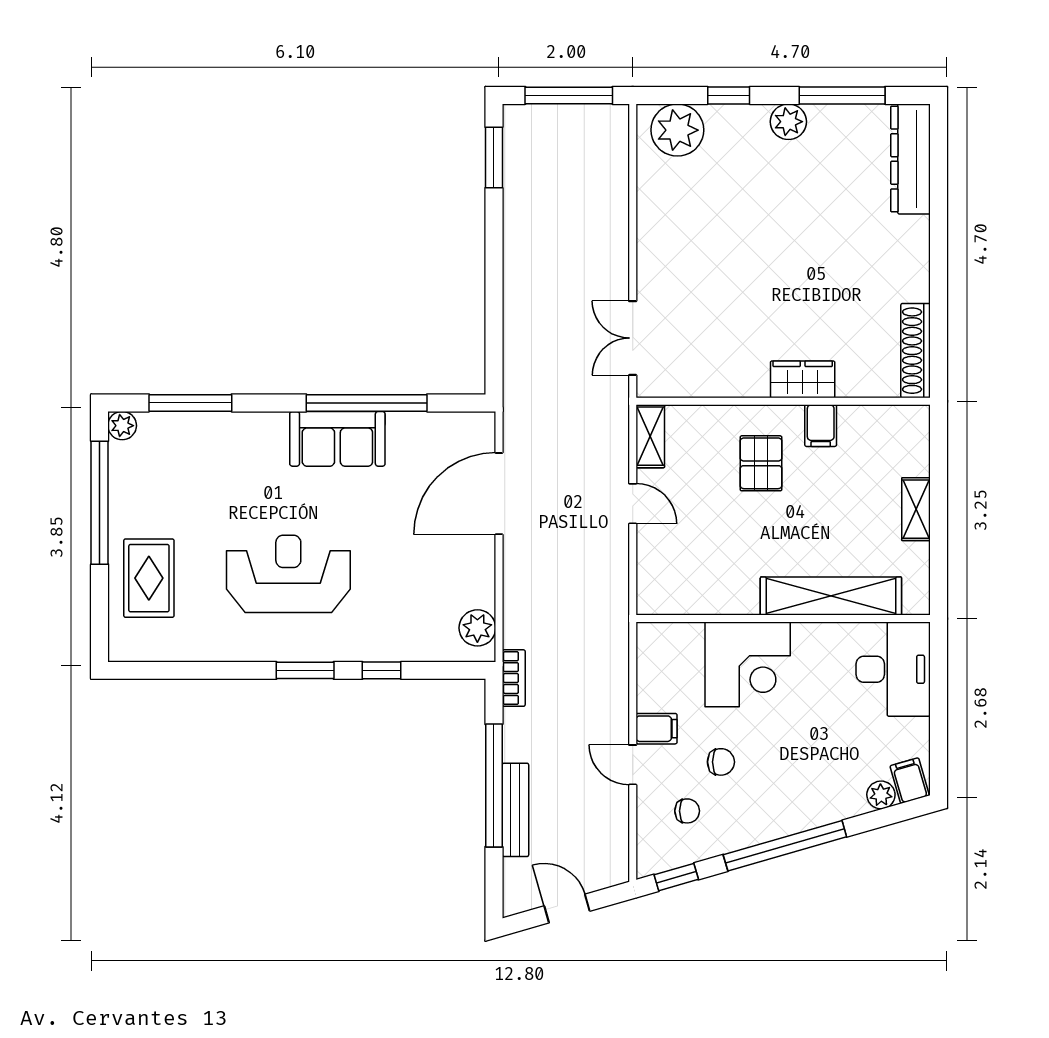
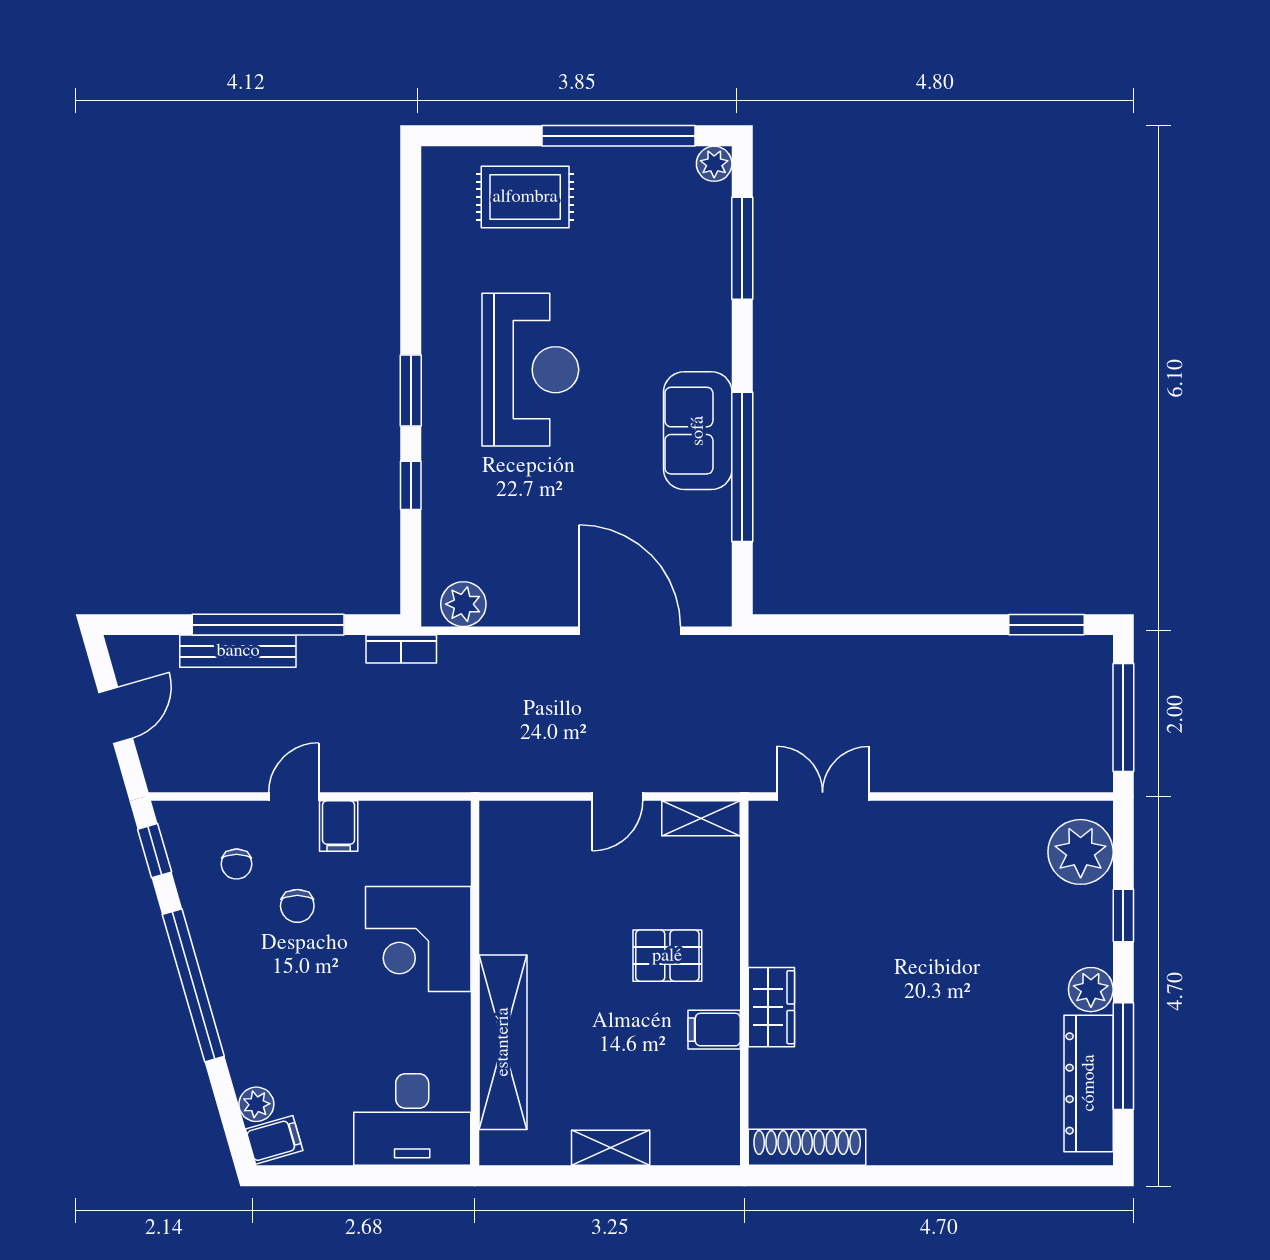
dresser: (910, 159) -> (1089, 1083), moved, turned -90

